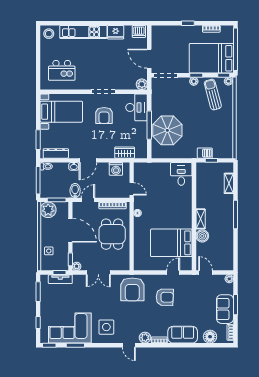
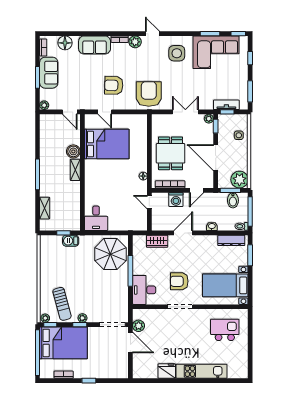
dishwasher: (139, 31) -> (142, 372), removed
stool: (49, 34) -> (239, 369), removed
plant: (142, 84) -> (139, 326), moved
armchair: (104, 115) -> (179, 281), turned -90
parasol: (167, 130) -> (110, 254), moved
door: (88, 160) -> (183, 233), moved
washing machine: (116, 169) -> (176, 200), moved, turned 180
bidet: (75, 191) -> (233, 200), moved
door: (173, 273) -> (105, 112), hinge flipped

